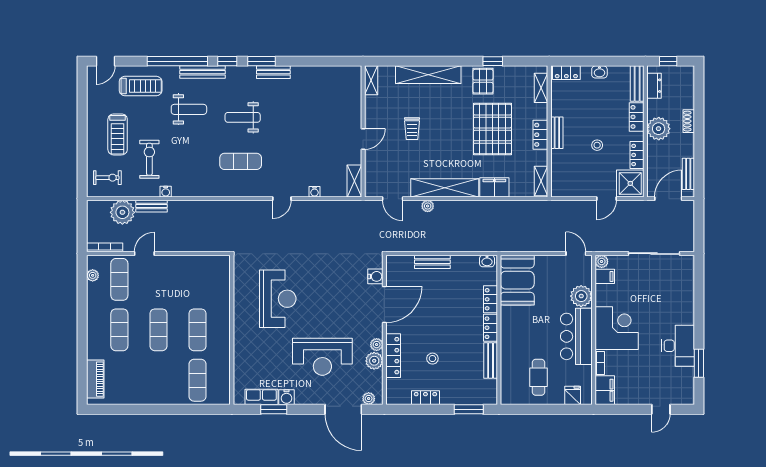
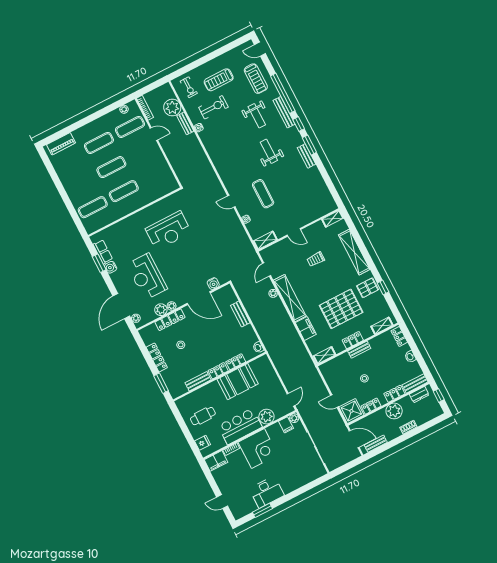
exercise mat: (241, 161) -> (263, 194), moved
booth: (517, 280) -> (238, 382), moved
locker: (425, 398) -> (157, 357), width x1.53

